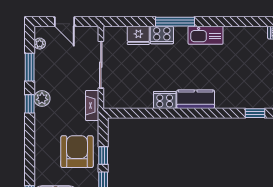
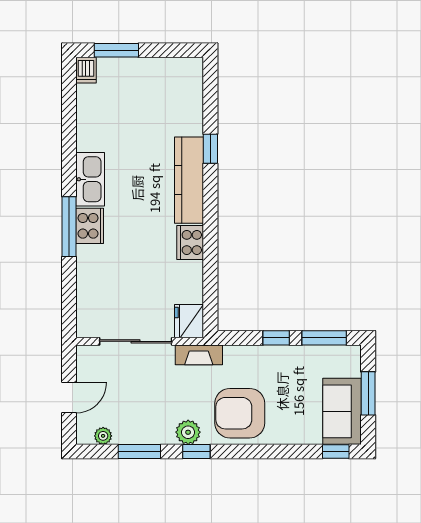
fridge: (138, 35) -> (189, 321), moved, turned 180
cooker: (162, 35) -> (90, 226), moved
kitchen counter: (196, 99) -> (189, 180), width x1.50
window: (255, 113) -> (210, 149), moved
armchair: (77, 152) -> (240, 413), moved

